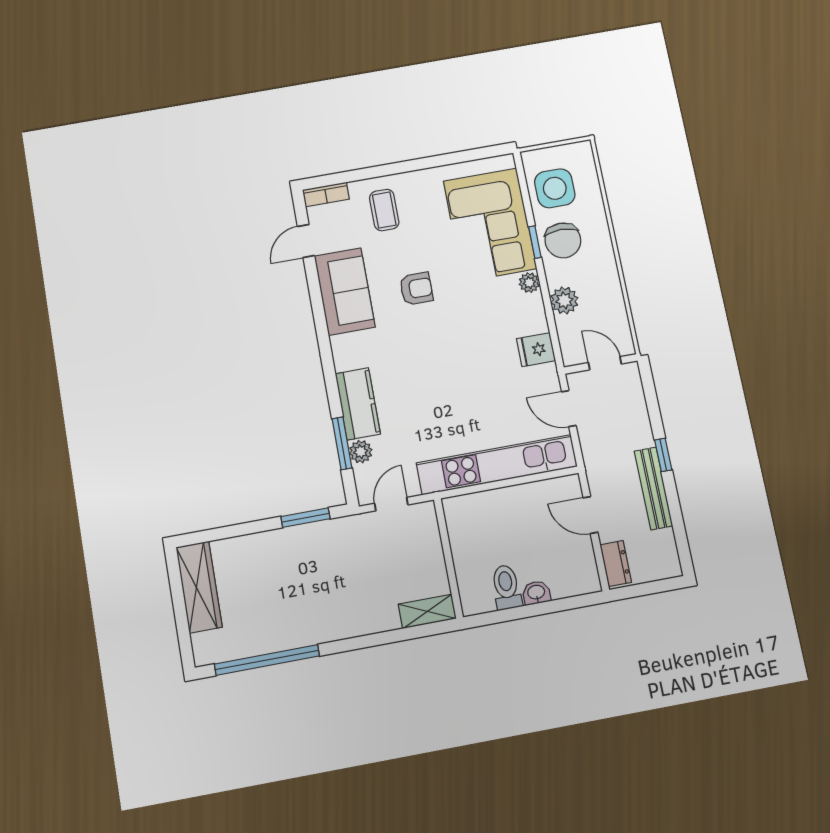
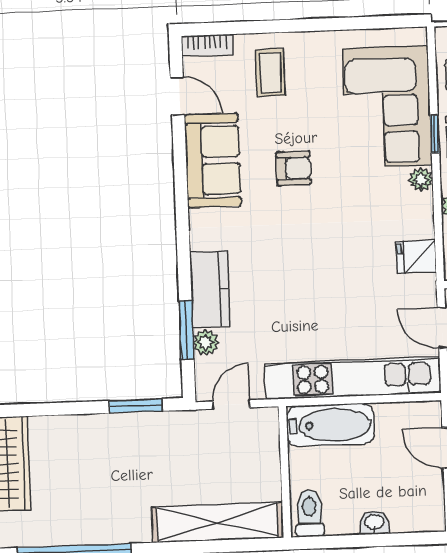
door: (306, 241) -> (177, 96), swing flipped
bathtub: (483, 510) -> (330, 425), added
toilet: (506, 587) -> (309, 513), moved
shelving: (427, 611) -> (218, 522), width x2.20, depth x1.33

